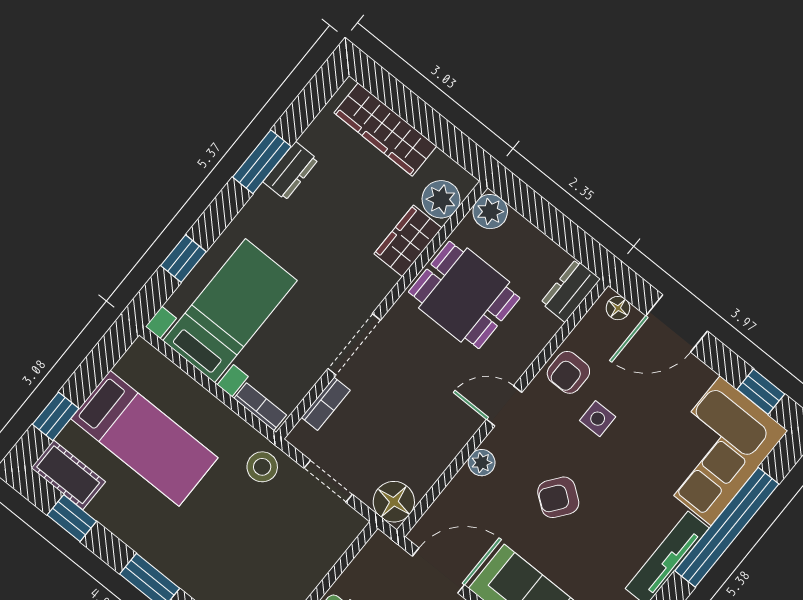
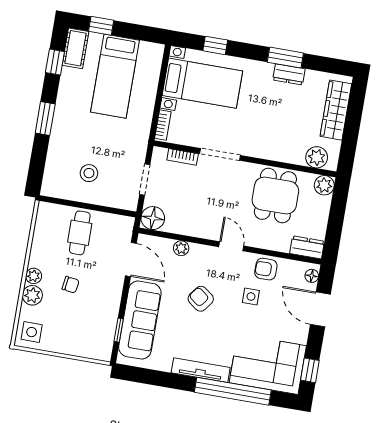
wardrobe: (408, 241) -> (287, 152), removed
plant: (482, 463) -> (181, 248), moved
stool: (262, 467) -> (89, 173), moved

